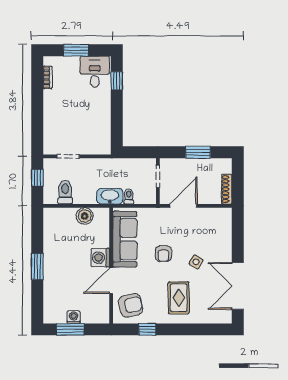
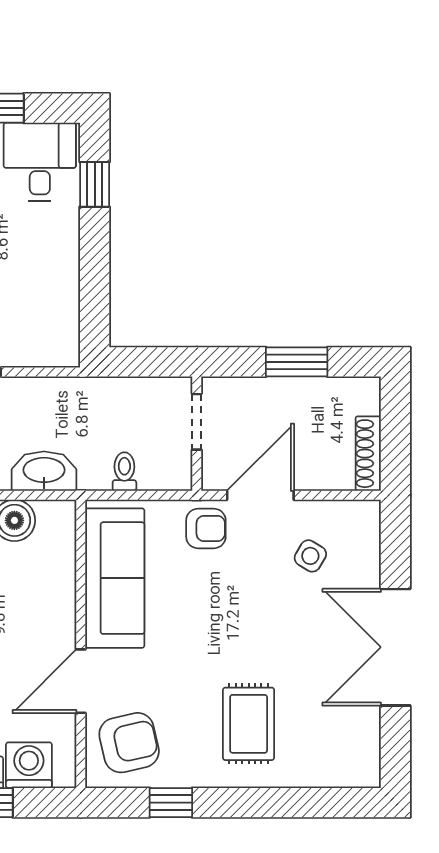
washbasin: (110, 196) -> (44, 471), moved
armchair: (163, 254) -> (206, 528), moved, turned -90
washing machine: (100, 258) -> (29, 765), moved, turned 90
side table: (196, 262) -> (310, 556), moved
double door: (238, 286) -> (395, 647), moved

